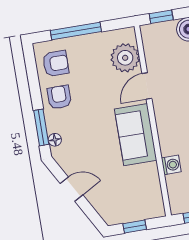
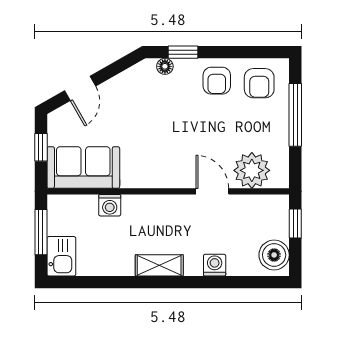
armchair: (59, 97) -> (217, 81), turned 90
window: (41, 127) -> (183, 52), width x0.67
sofa: (136, 135) -> (83, 168), moved
door: (72, 189) -> (80, 88), moved

